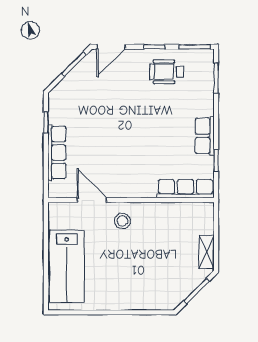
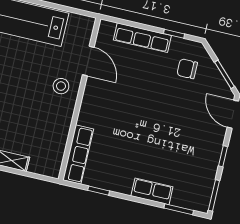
wheelchair: (167, 72) -> (196, 163), removed
chair: (77, 102) -> (187, 69), added
row of seats: (205, 136) -> (152, 191), moved
door: (92, 200) -> (88, 61), hinge flipped

